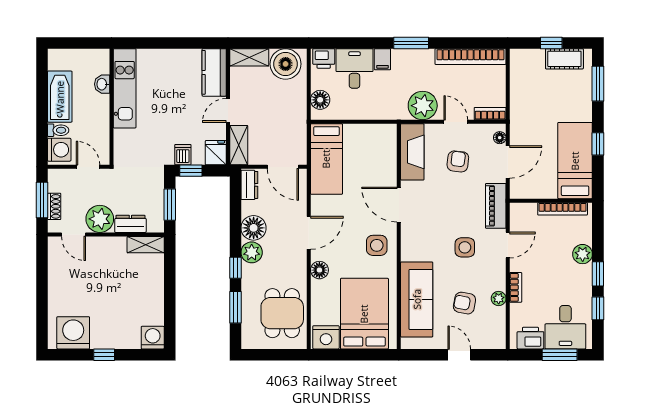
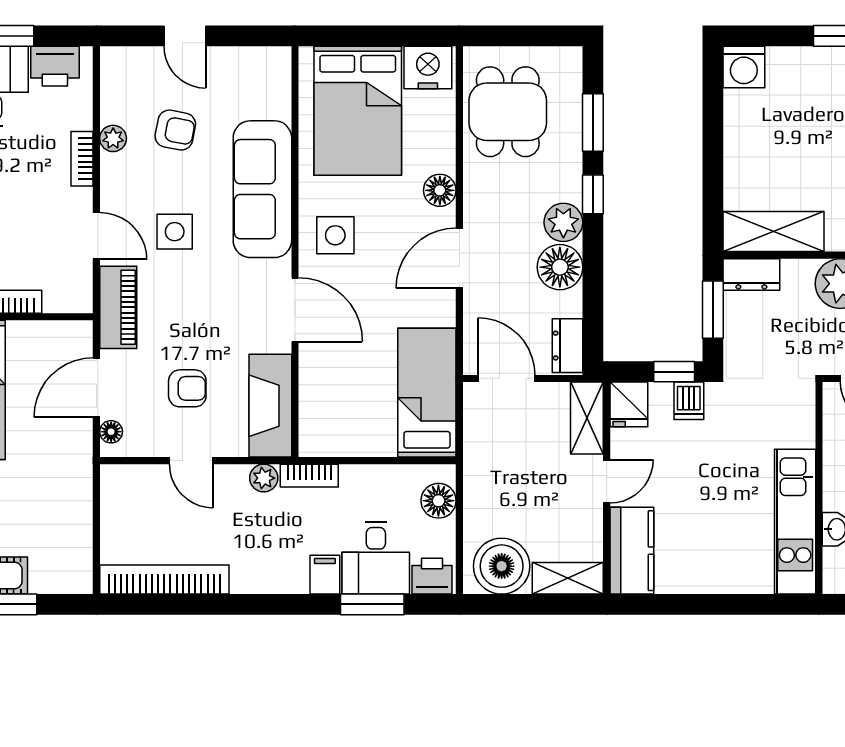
window: (411, 43) -> (372, 604), moved
plant: (423, 106) -> (264, 478), width x0.53, depth x0.53
bookcase: (490, 114) -> (309, 476), moved
armchair: (458, 161) -> (187, 388), turned -97
dresser: (130, 224) -> (751, 274), moved
shelving: (146, 245) -> (773, 232), width x1.50, depth x1.33
door: (508, 245) -> (96, 236), swing flipped
sofa: (417, 299) -> (262, 189), moved

